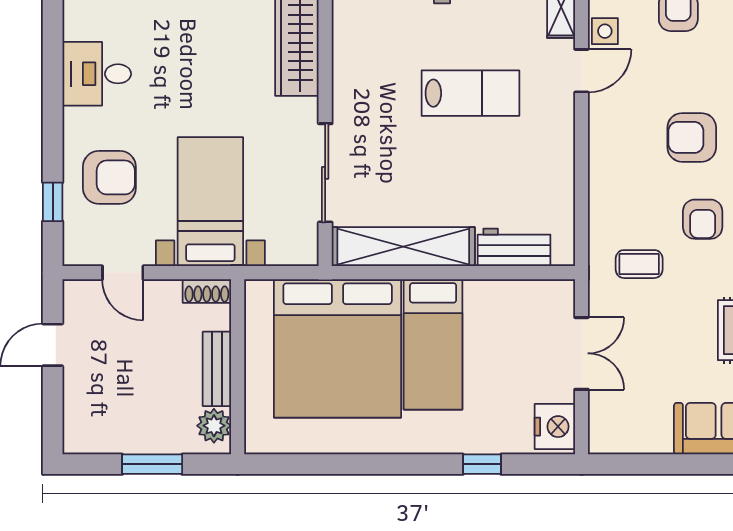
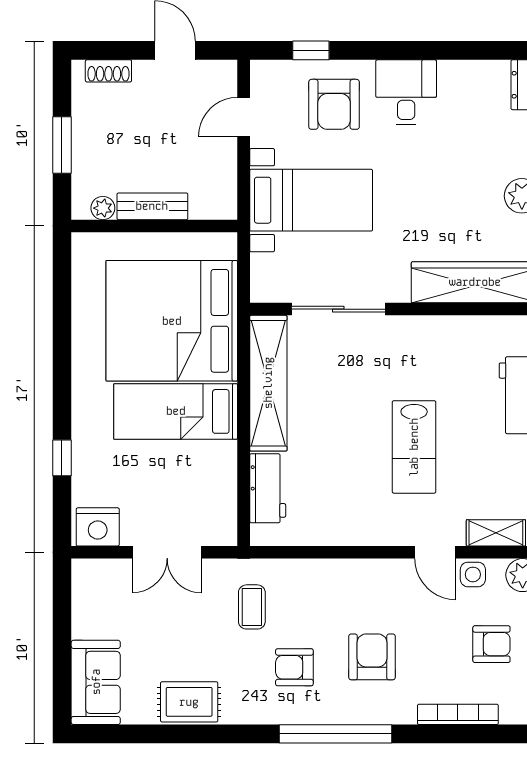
desk: (97, 74) -> (406, 92), moved
shoe rack: (207, 291) -> (108, 71), moved, turned -90
plant: (214, 426) -> (103, 208), width x0.73, depth x0.73

